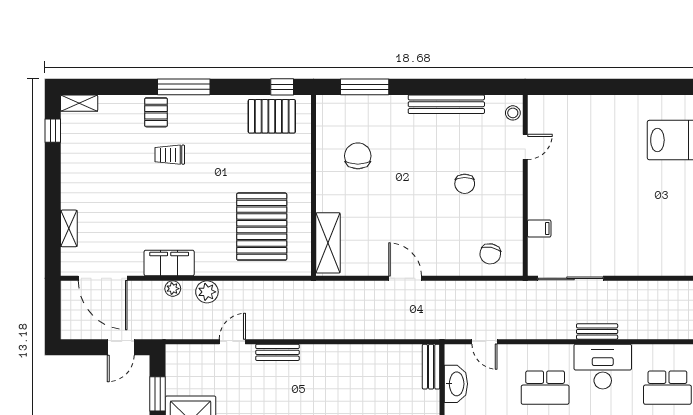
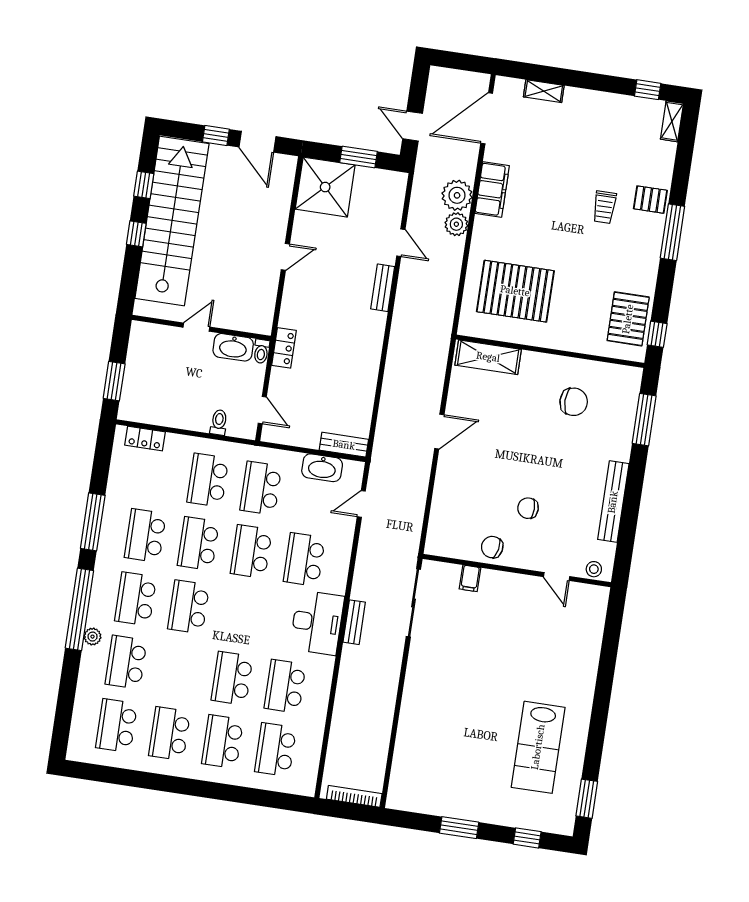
trolley: (170, 155) -> (604, 207), turned 180
chair: (490, 254) -> (492, 547), moved
plant: (173, 289) -> (457, 195), width x1.88, depth x1.88

